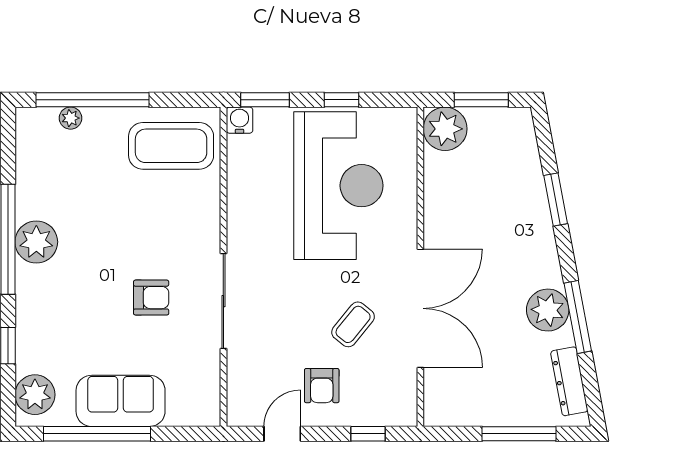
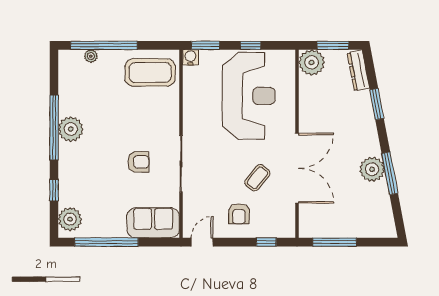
dresser: (569, 381) -> (358, 70), moved
sofa: (121, 401) -> (153, 223), moved
door: (282, 434) -> (202, 242), moved
window: (519, 434) -> (335, 242), moved

